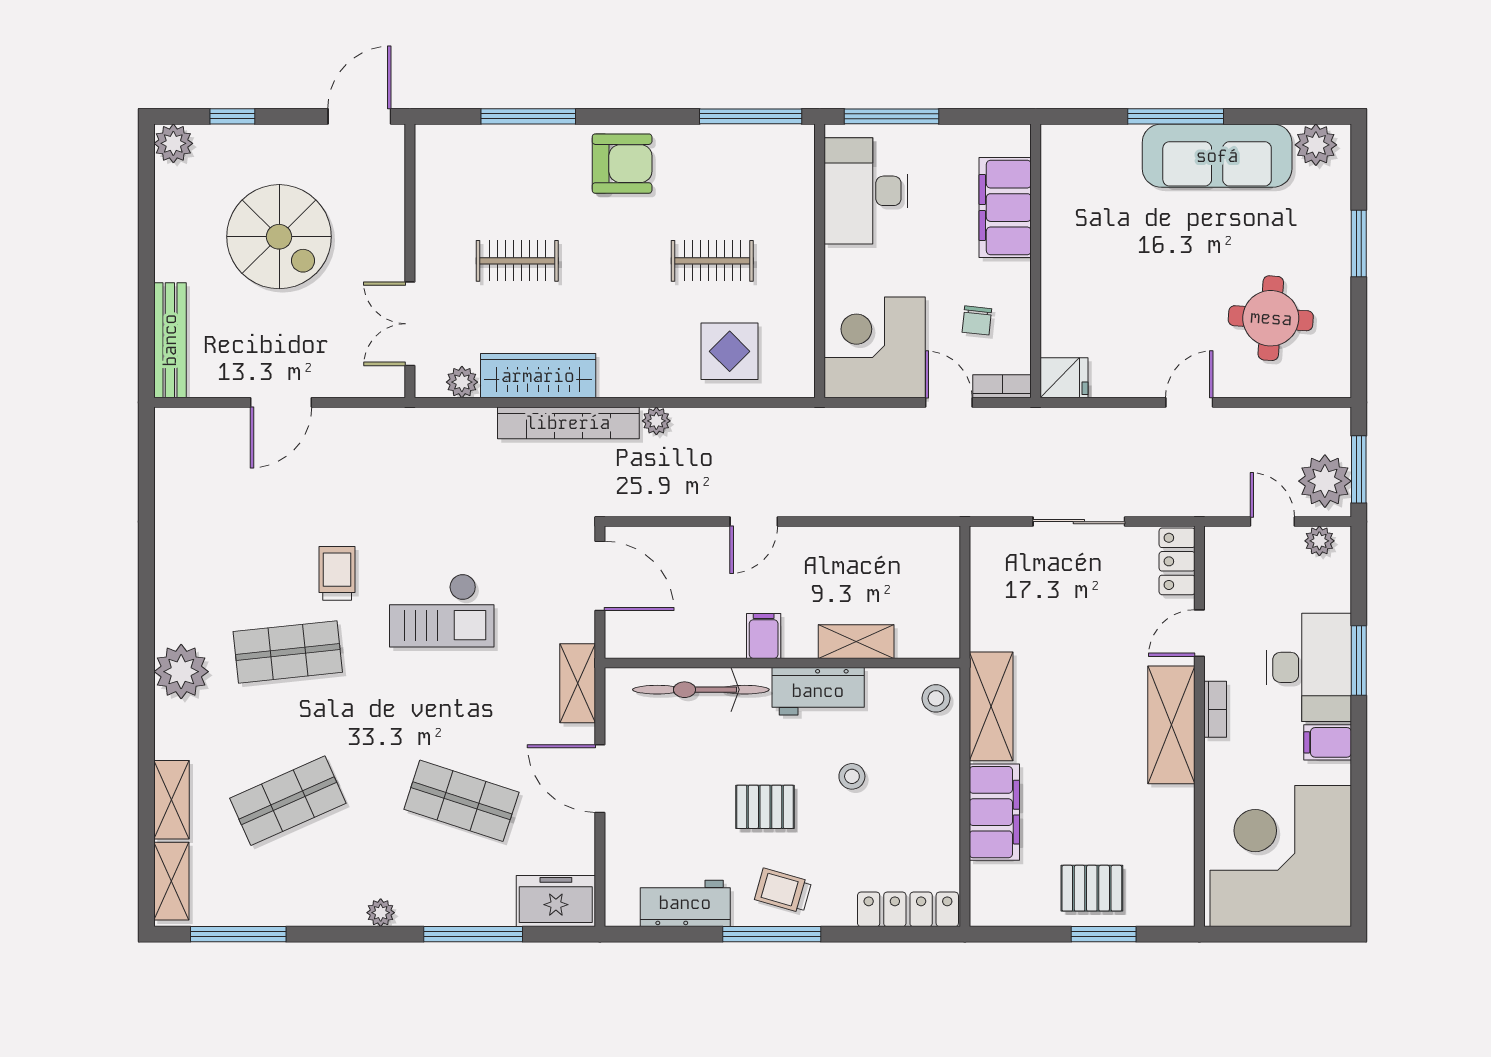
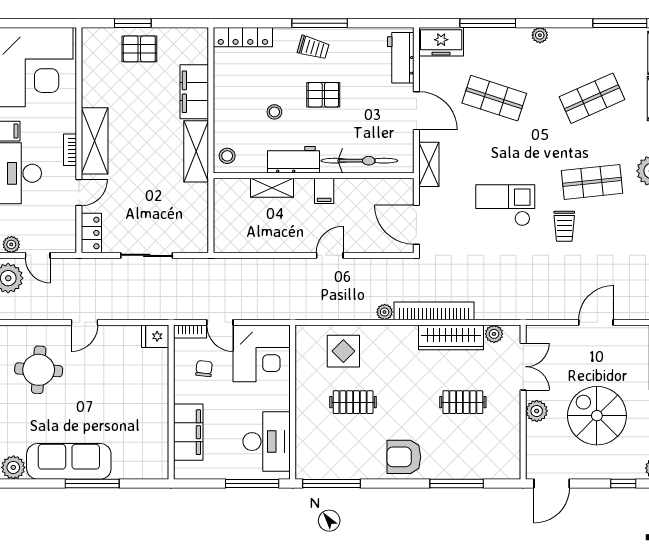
plant: (386, 245) -> (537, 411), added
workbench: (685, 903) -> (401, 58), moved, turned 90

